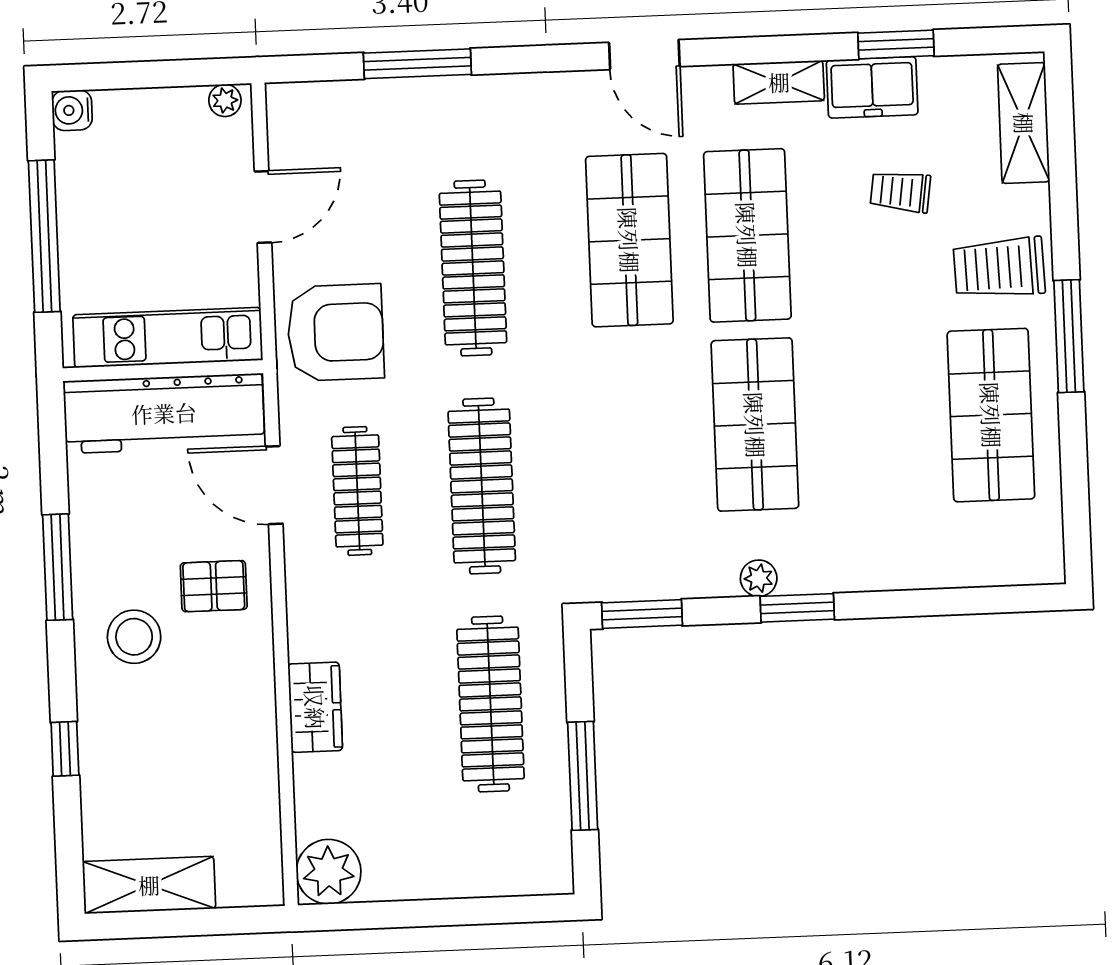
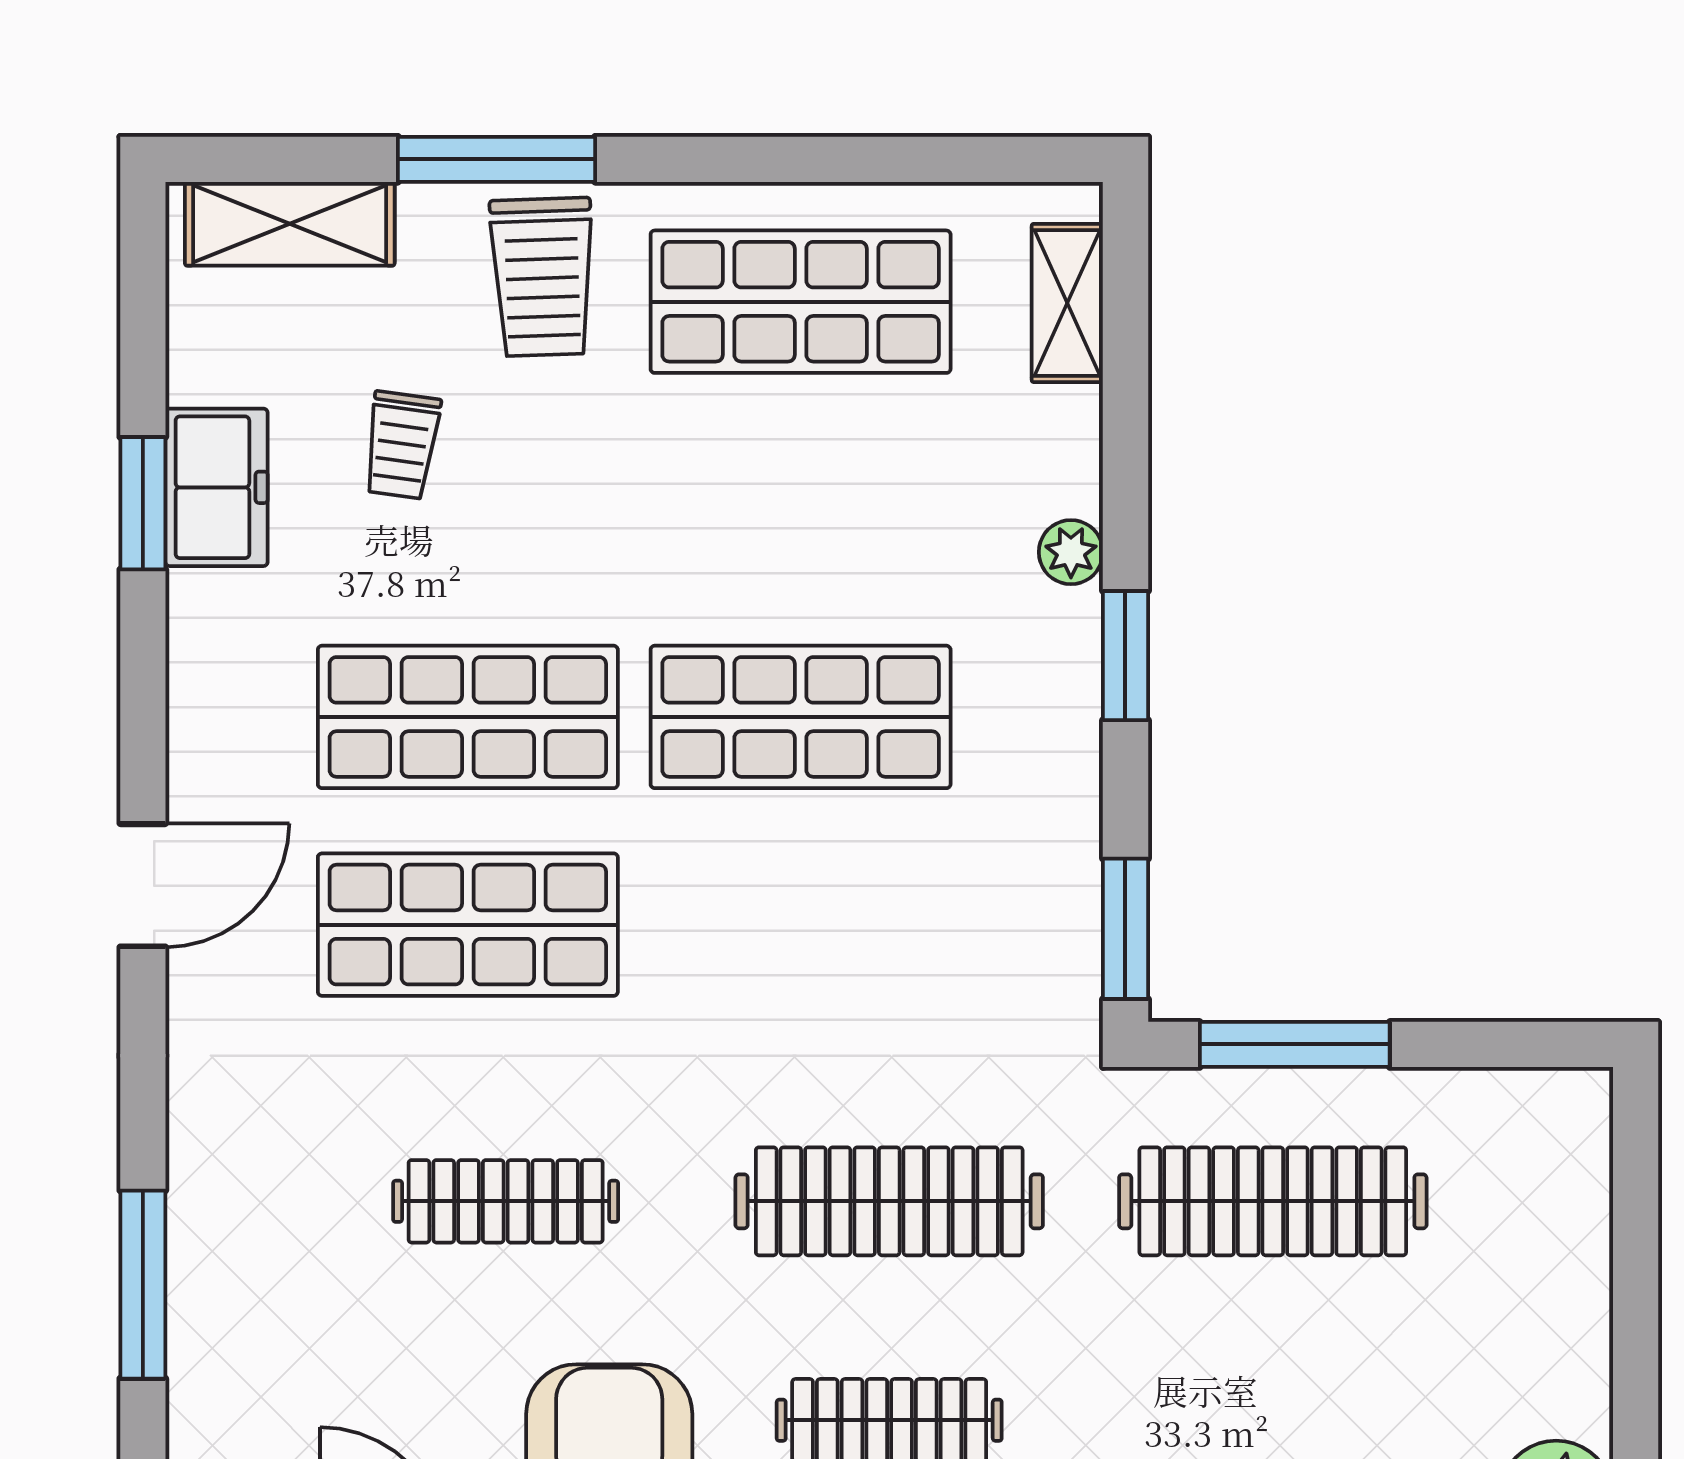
window: (896, 44) -> (143, 503), moved
shelving: (779, 82) -> (1067, 303), moved
clothes rail: (473, 268) -> (506, 1201), width x0.73, depth x0.76
window: (1069, 336) -> (497, 159), moved
plant: (759, 578) -> (1071, 552), moved
window: (583, 776) -> (1295, 1044), moved

